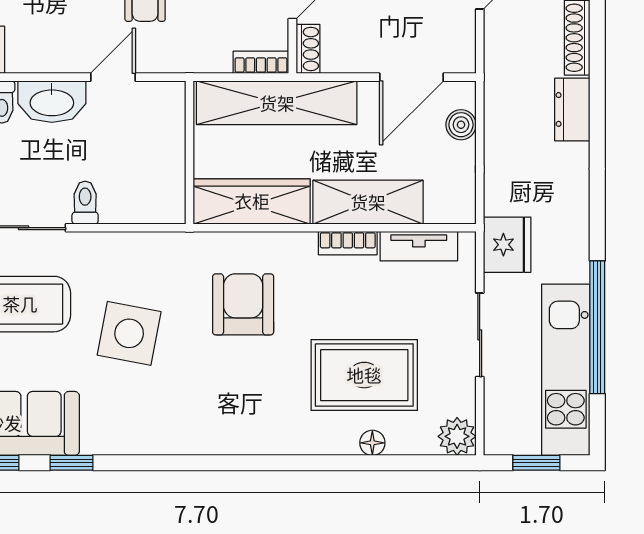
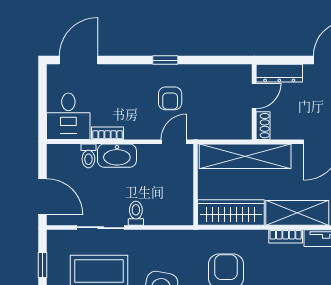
bookcase: (261, 62) -> (107, 133), moved
door: (113, 77) -> (174, 142), moved

